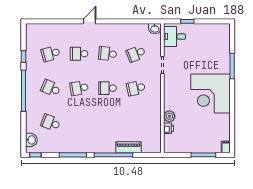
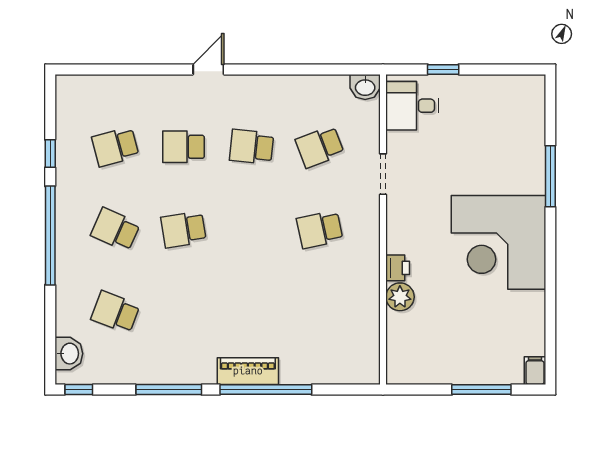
school desk: (108, 88) -> (252, 229), removed
printer: (168, 128) -> (398, 268), moved
piano: (129, 147) -> (248, 371), moved

